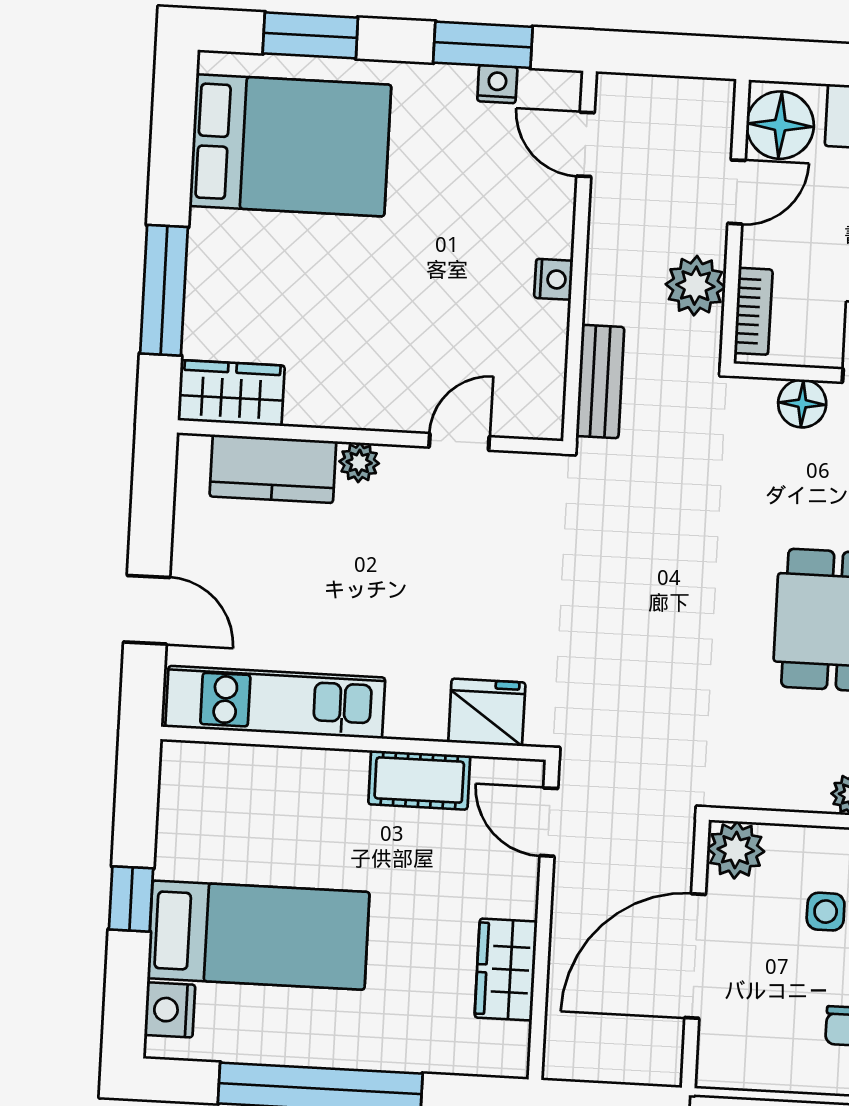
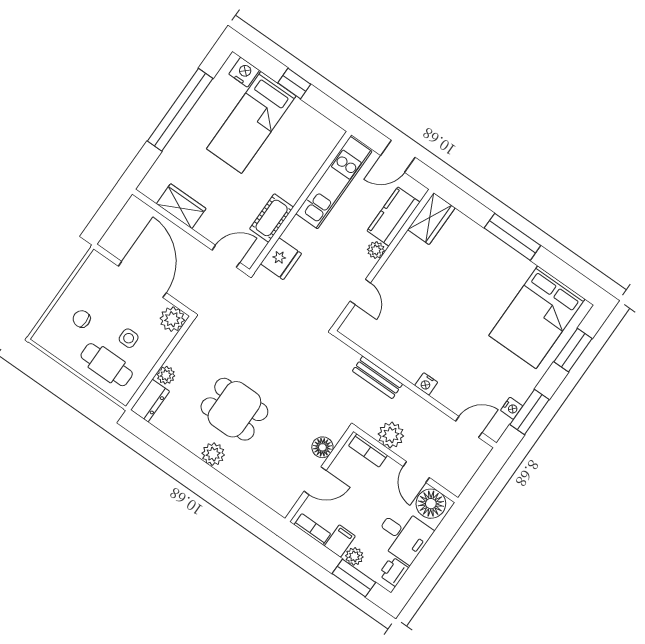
wardrobe: (231, 393) -> (431, 219), moved
wall: (370, 437) -> (383, 260), moved
door: (459, 442) -> (360, 292), moved
plant: (359, 462) -> (376, 250), moved
kitchen counter: (273, 469) -> (393, 217), moved

